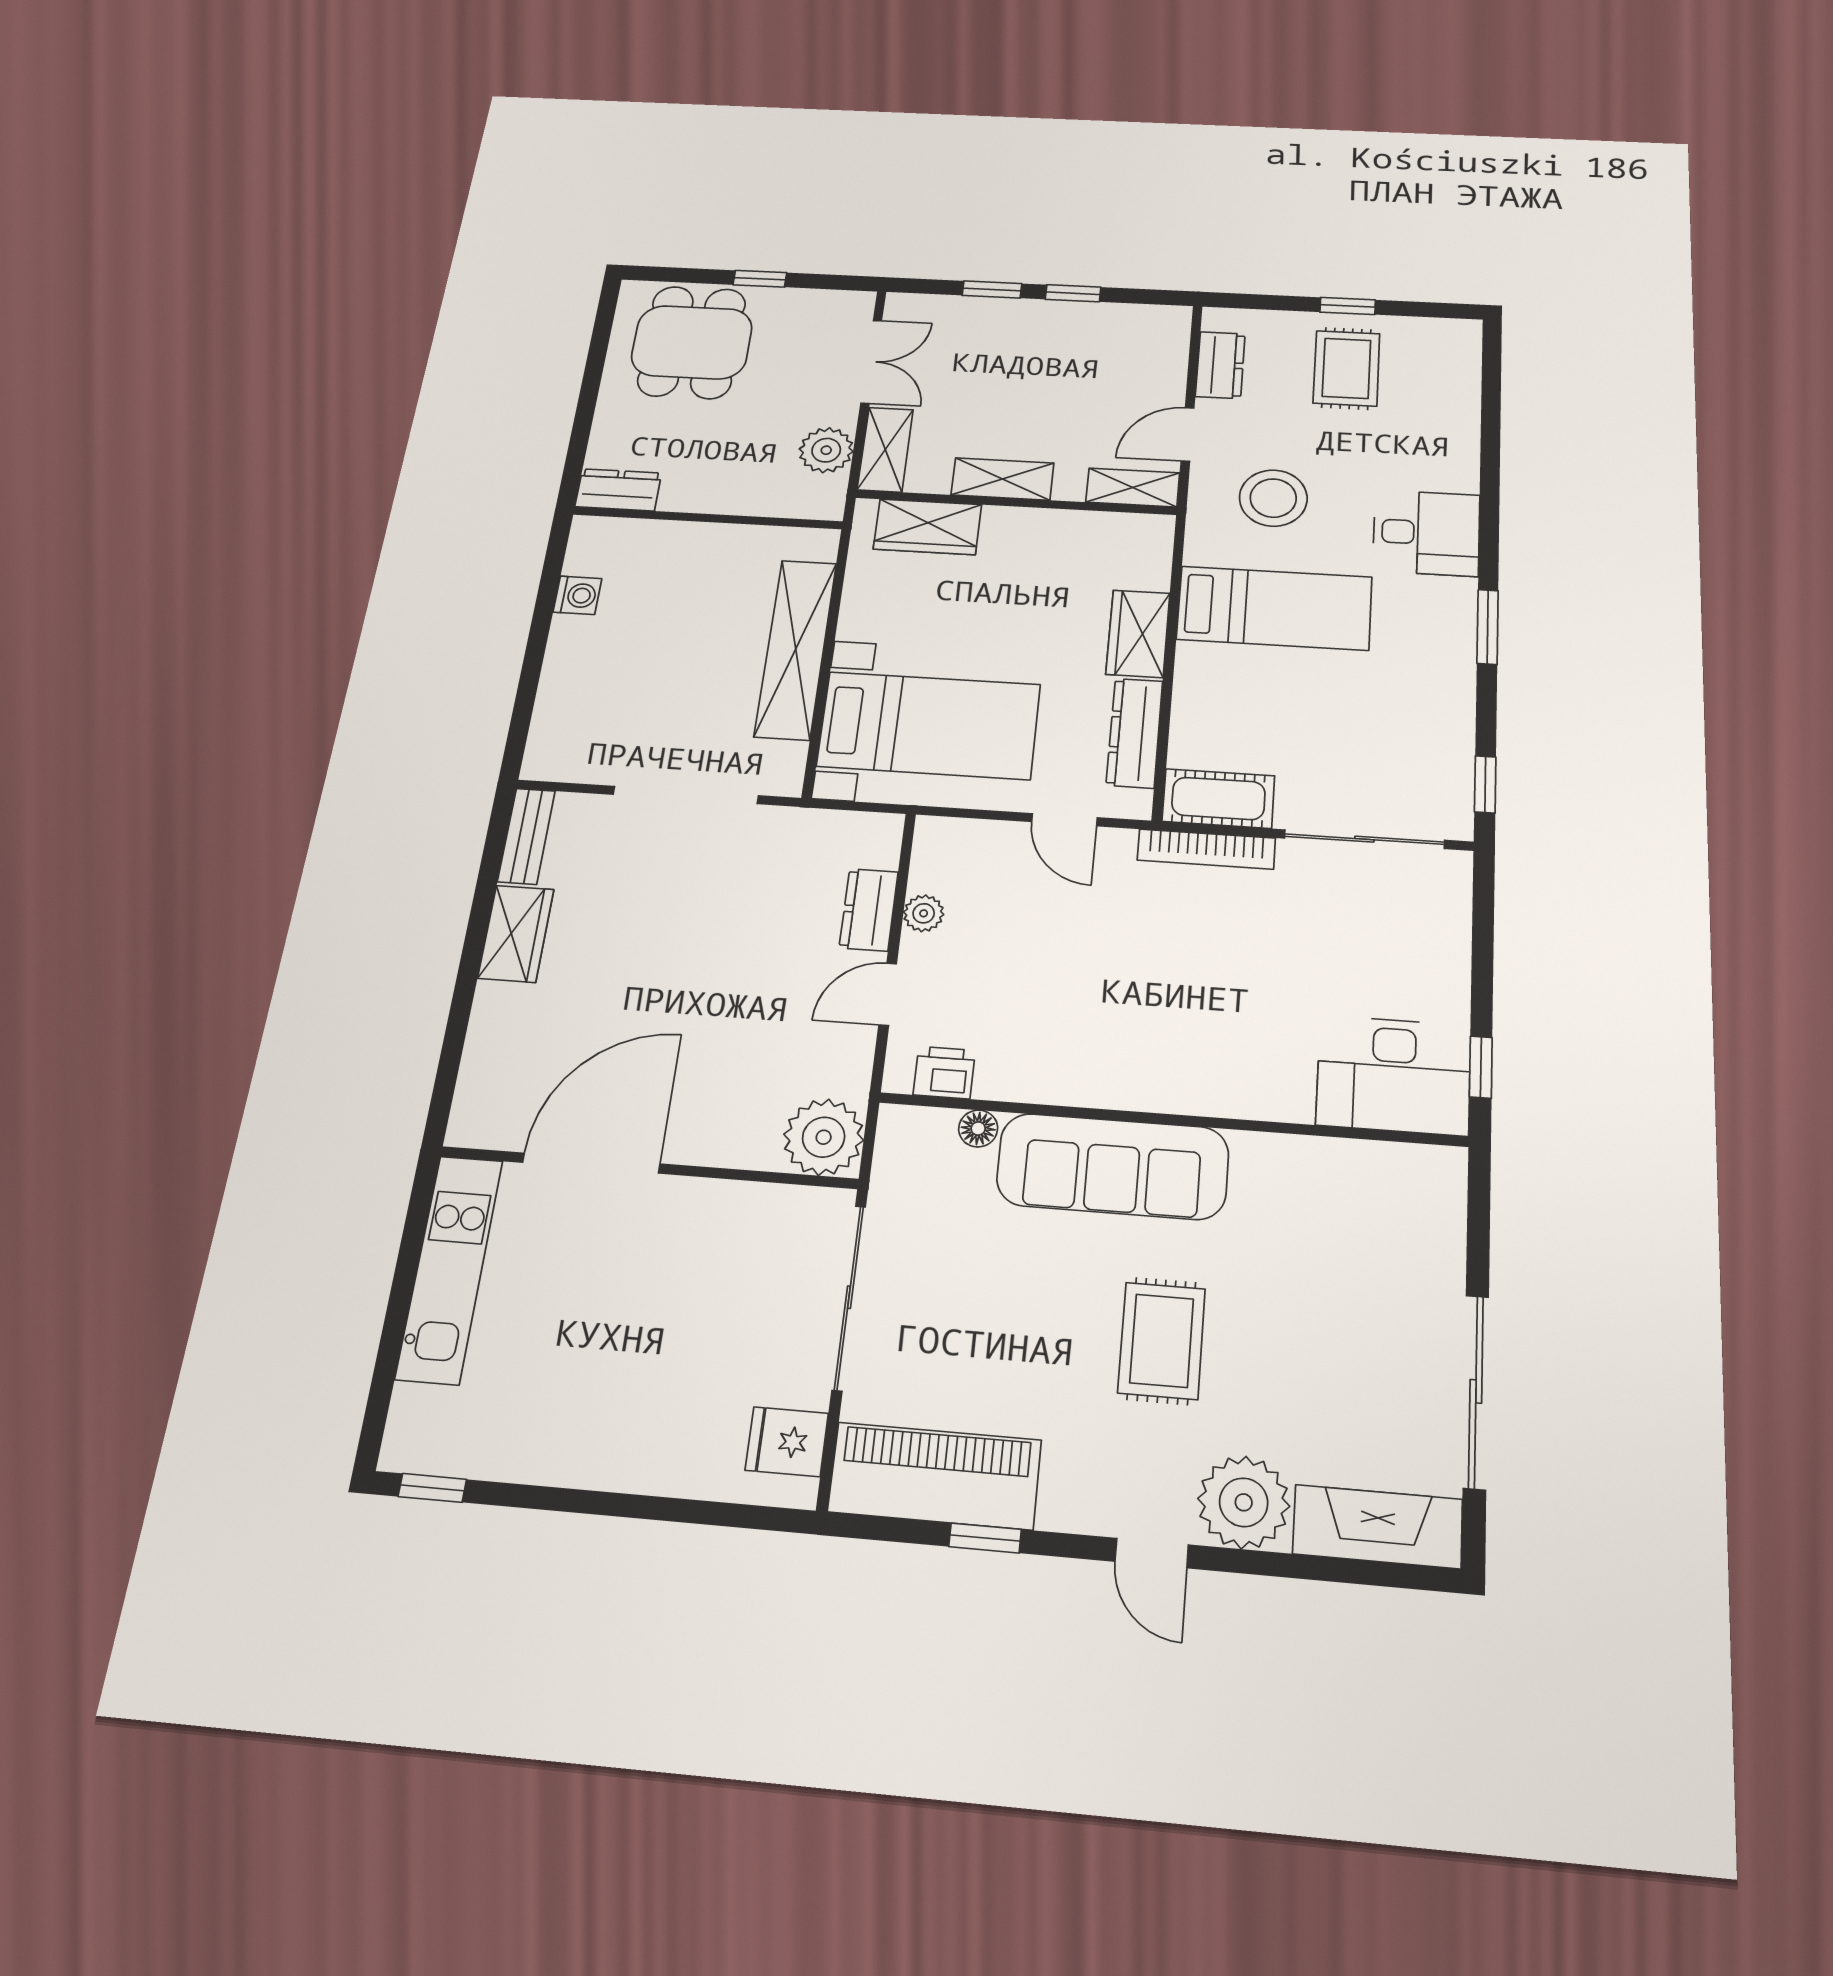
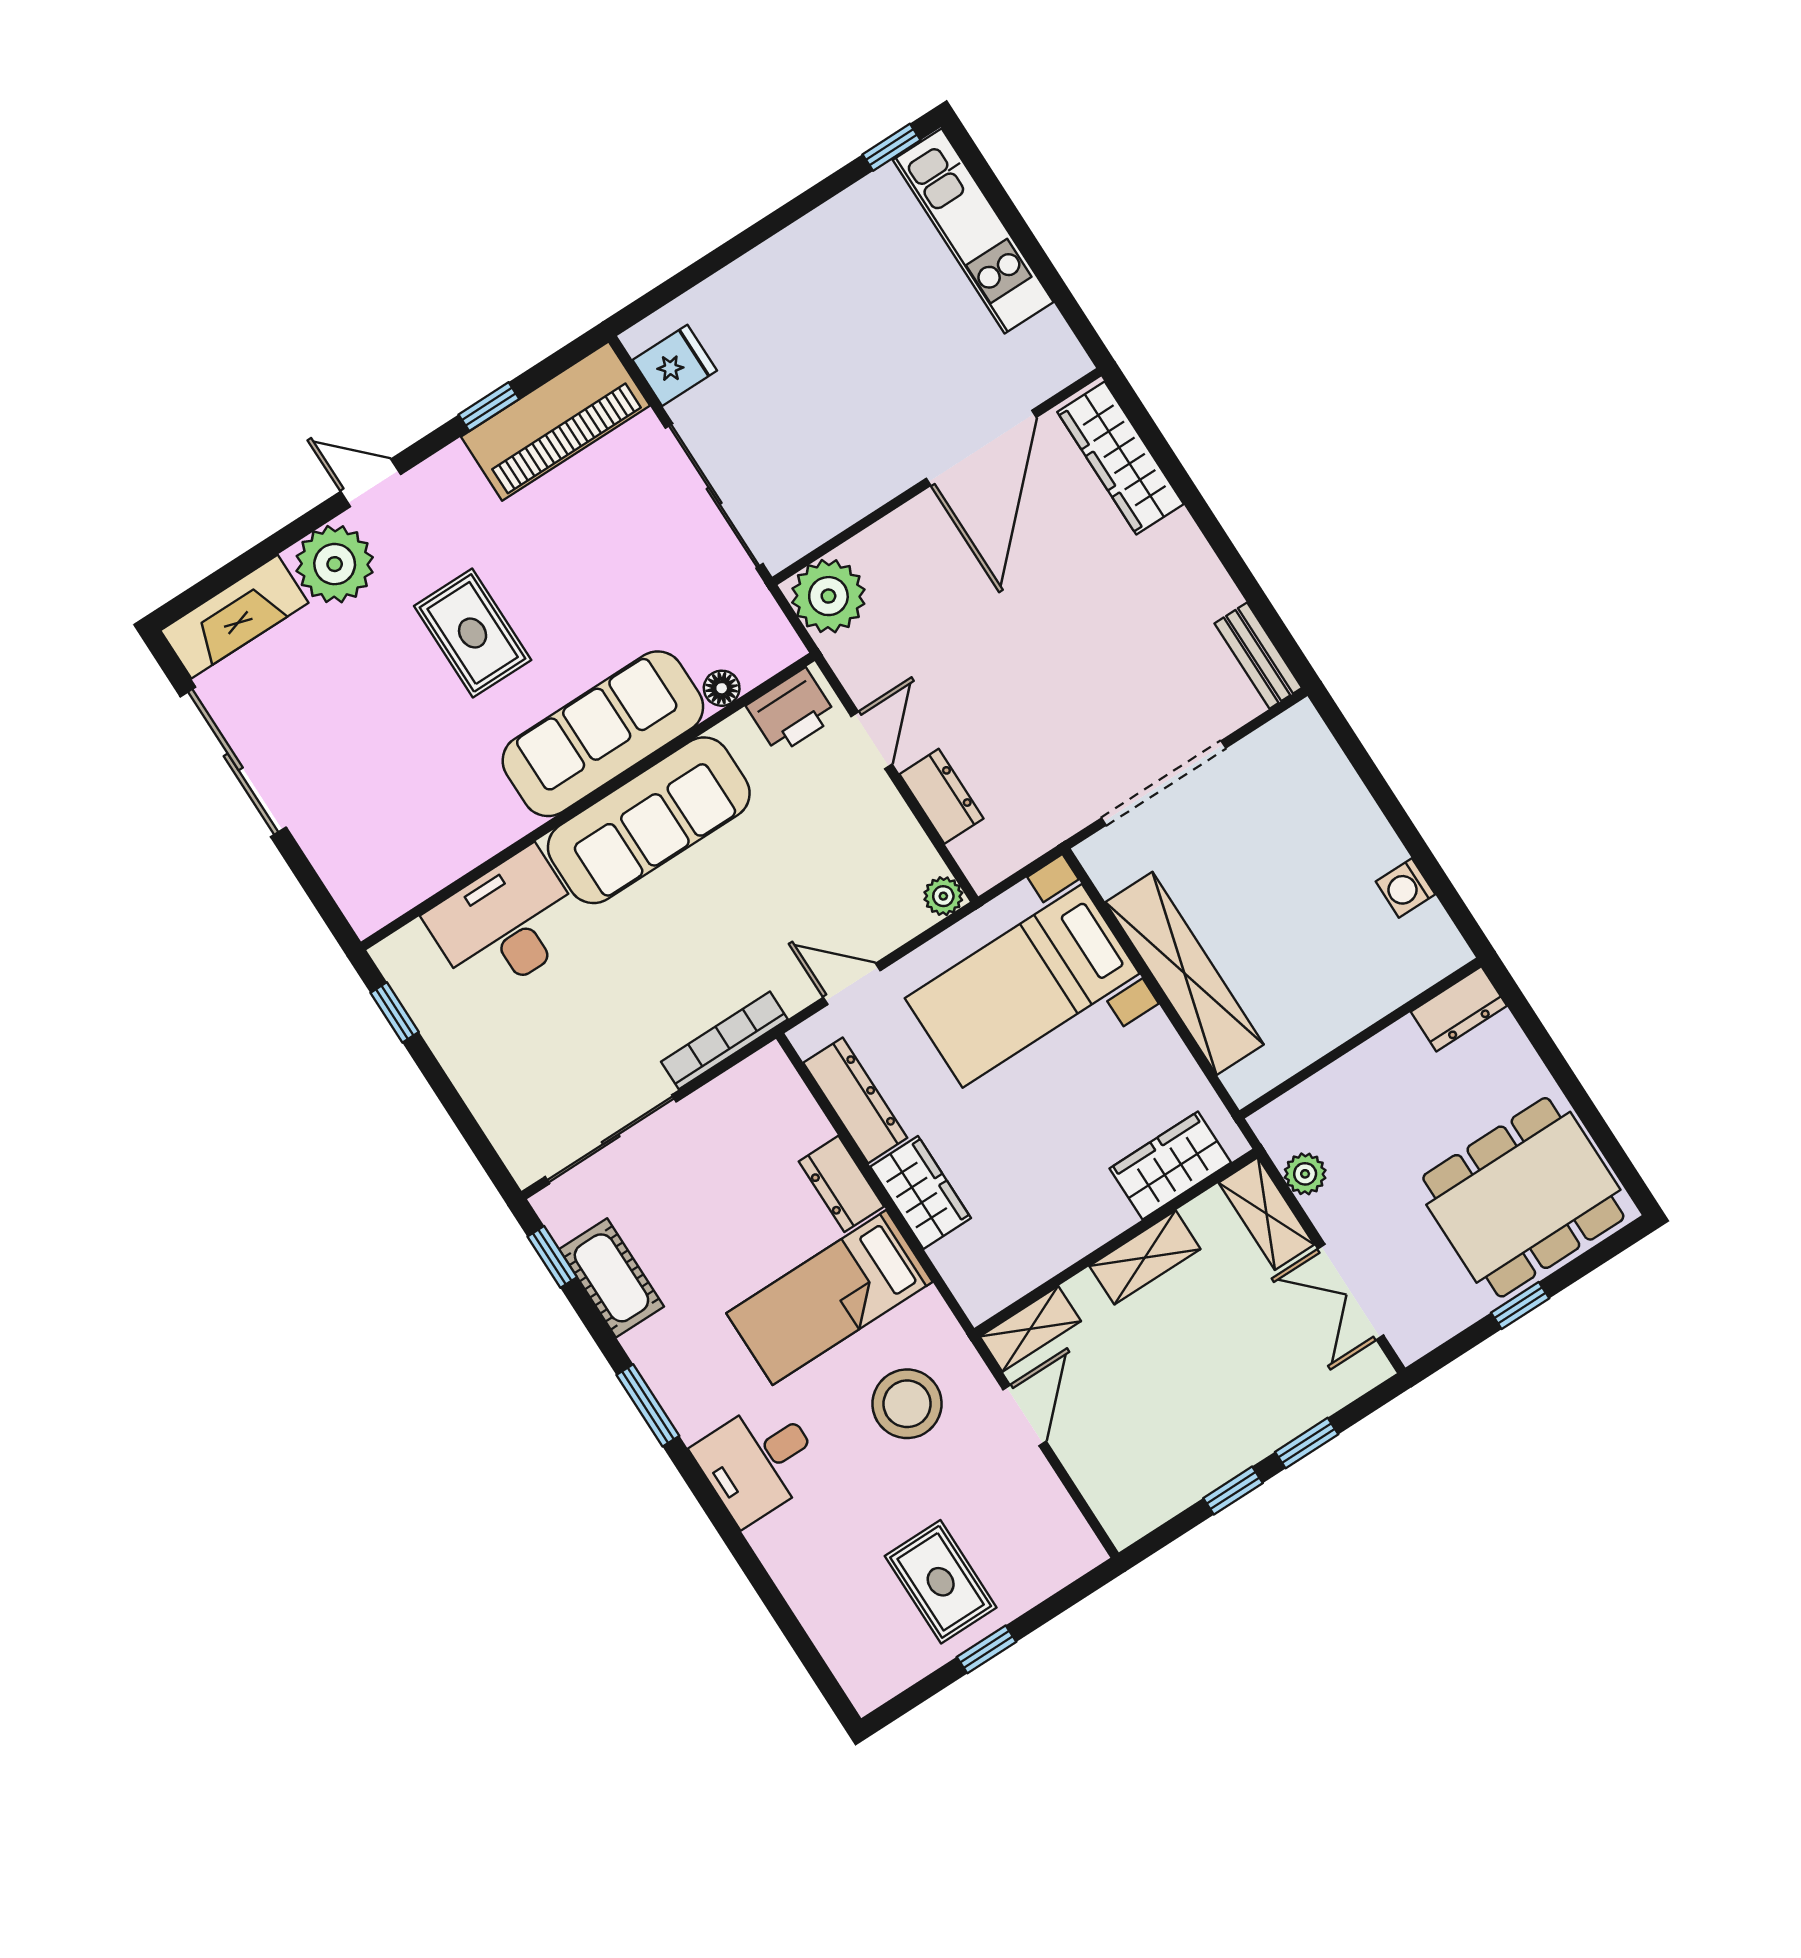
dining table: (692, 342) -> (1523, 1197), width x1.38
dresser: (1220, 365) -> (841, 1184), moved
plant: (826, 450) -> (1305, 1174), width x0.73, depth x0.73
cot: (1218, 799) -> (611, 1278), moved, turned 90
plant: (924, 913) -> (943, 896), moved
wardrobe: (516, 934) -> (1121, 458), moved, width x1.50
sofa: (1130, 1066) -> (649, 820), added
printer: (944, 1073) -> (792, 711), width x1.36, depth x1.24
desk: (1394, 1075) -> (506, 924), moved
kitchen unit: (450, 1269) -> (973, 231), moved

